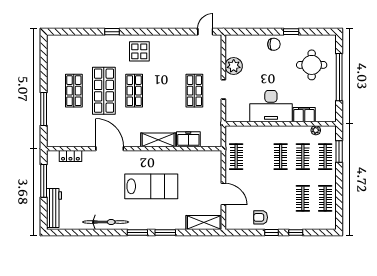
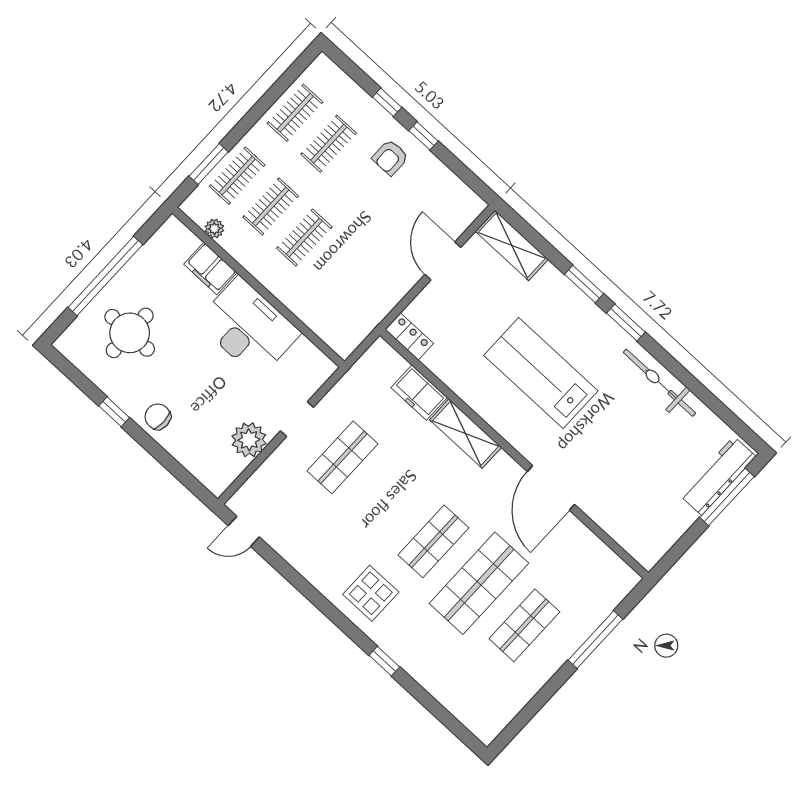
locker: (70, 156) -> (409, 336), moved
clothes rail: (236, 157) -> (371, 300), removed
window: (44, 181) -> (727, 497), moved
armchair: (261, 217) -> (390, 158), moved, turned 90

